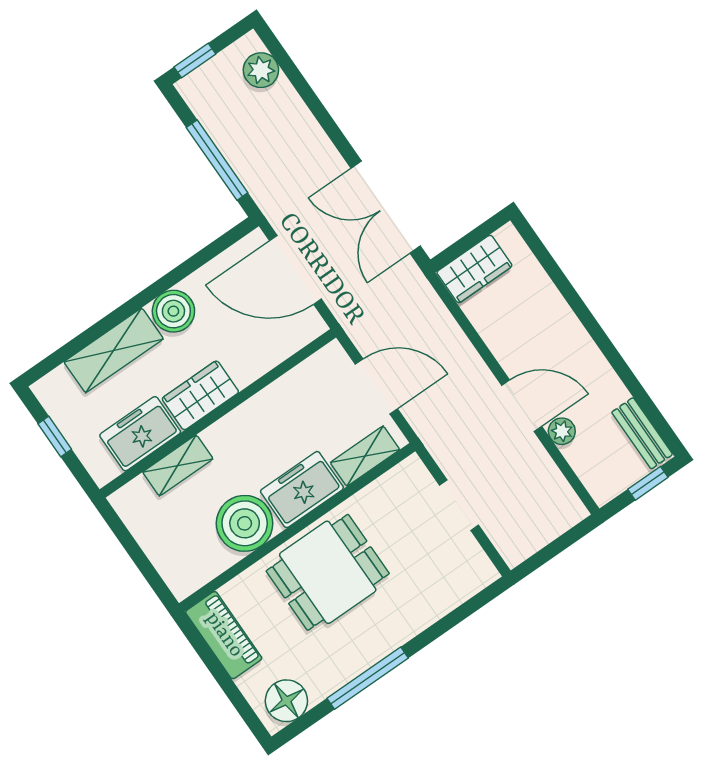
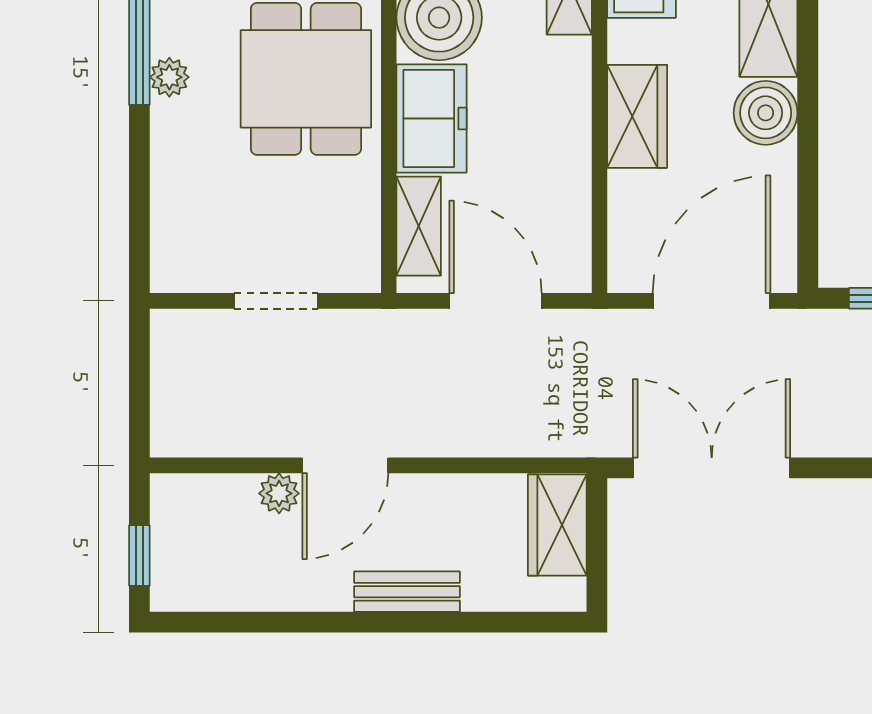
door: (376, 386) -> (496, 301), swing flipped
wardrobe: (200, 395) -> (637, 116), moved
bench: (642, 433) -> (407, 592), moved
plant: (378, 647) -> (169, 77), added

